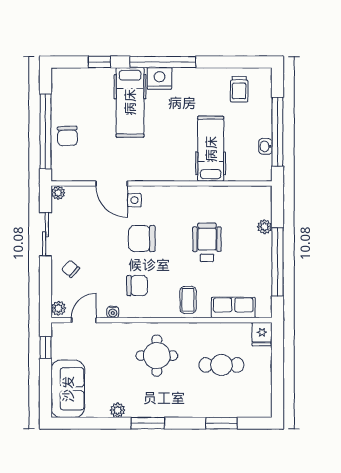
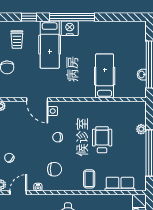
trolley: (239, 89) -> (17, 39), moved
chair: (142, 239) -> (58, 137), width x0.54, depth x0.54

